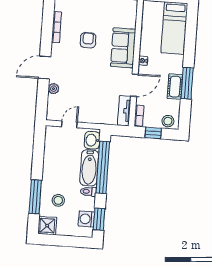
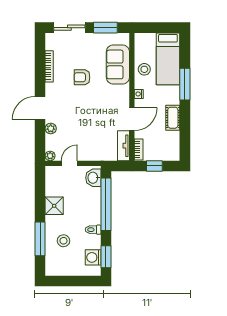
armchair: (88, 40) -> (82, 77), turned -90
sofa: (123, 48) -> (118, 64), moved
window: (187, 83) -> (185, 84), moved
plant: (51, 116) -> (50, 156), added
stool: (168, 121) -> (144, 69), moved
bathtub: (89, 168) -> (92, 206), removed
shower: (47, 226) -> (54, 206), moved

